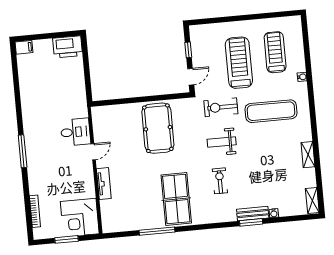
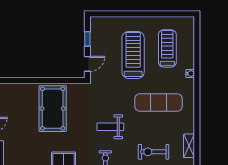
exercise bike: (221, 107) -> (154, 152), moved

